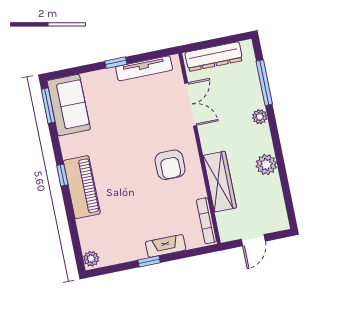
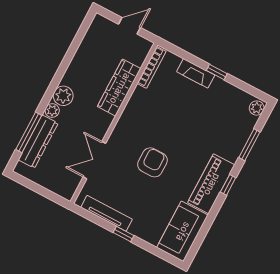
dresser: (214, 57) -> (38, 142), moved, turned 90
window: (48, 106) -> (249, 145), moved
armchair: (170, 165) -> (152, 162), moved
plant: (266, 165) -> (63, 96), moved
piano: (82, 187) -> (211, 184), moved

